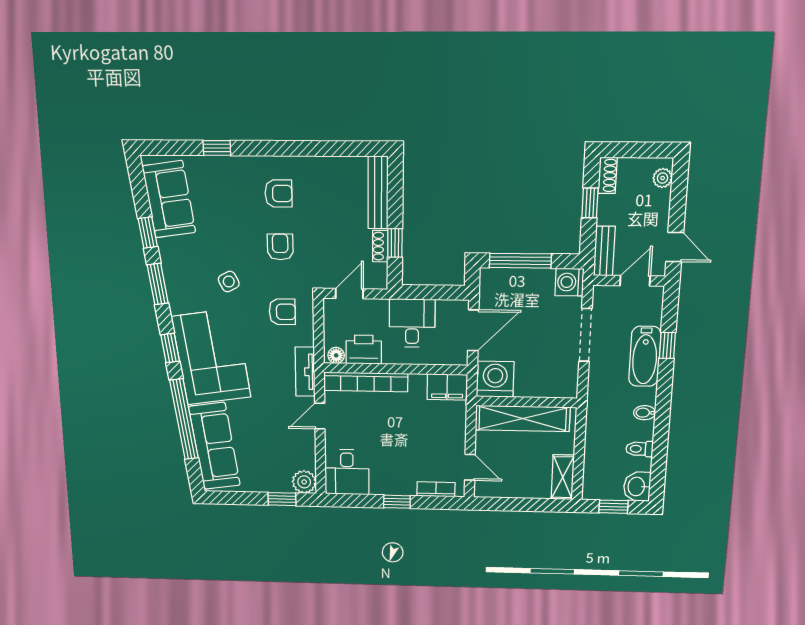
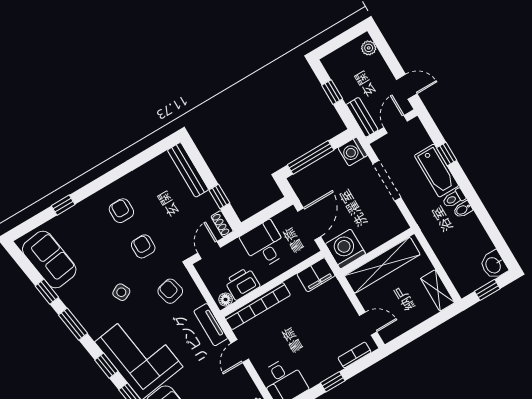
shoe rack: (607, 175) -> (332, 68), removed
armchair: (278, 193) -> (121, 211), turned -90
shoe rack: (380, 246) -> (222, 224), moved
armchair: (282, 312) -> (170, 291), turned -104
toilet: (639, 449) -> (454, 198), moved

